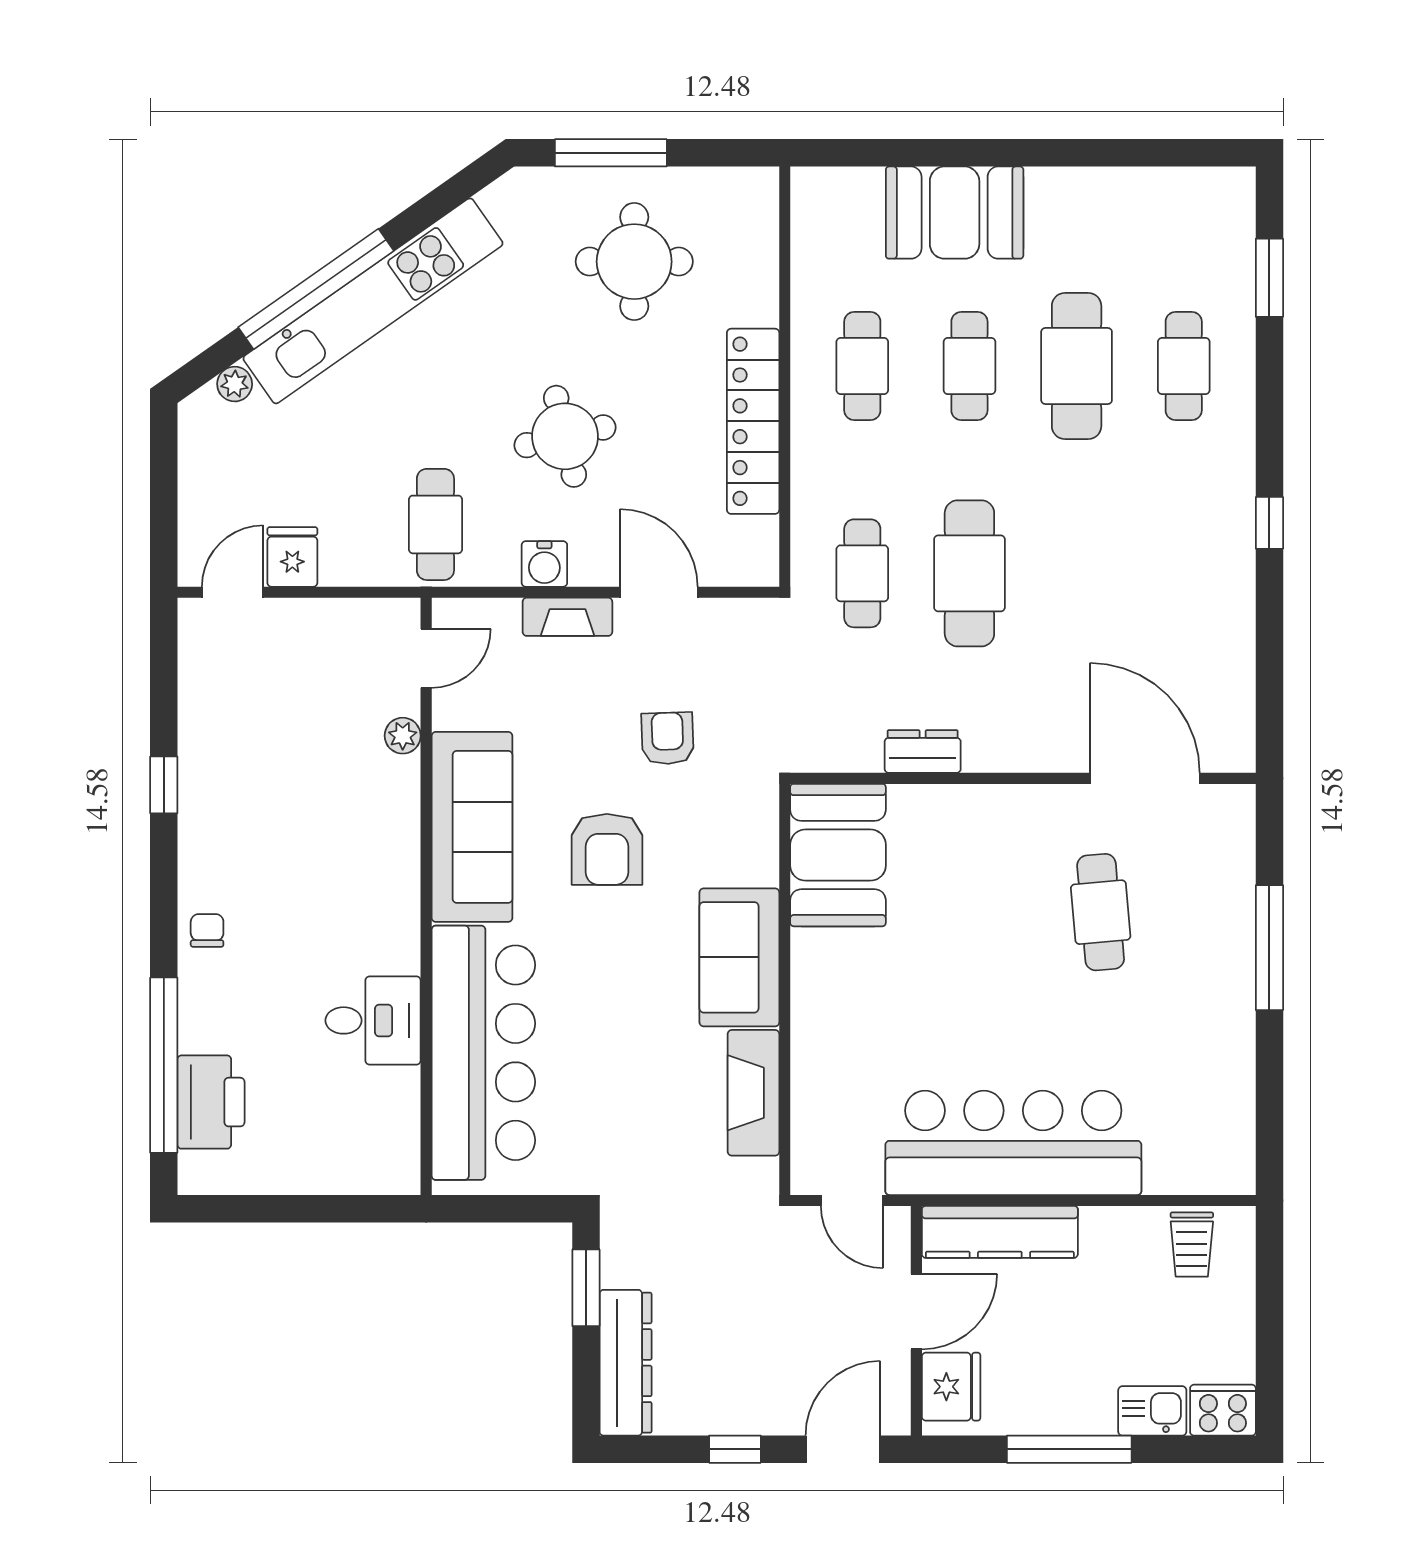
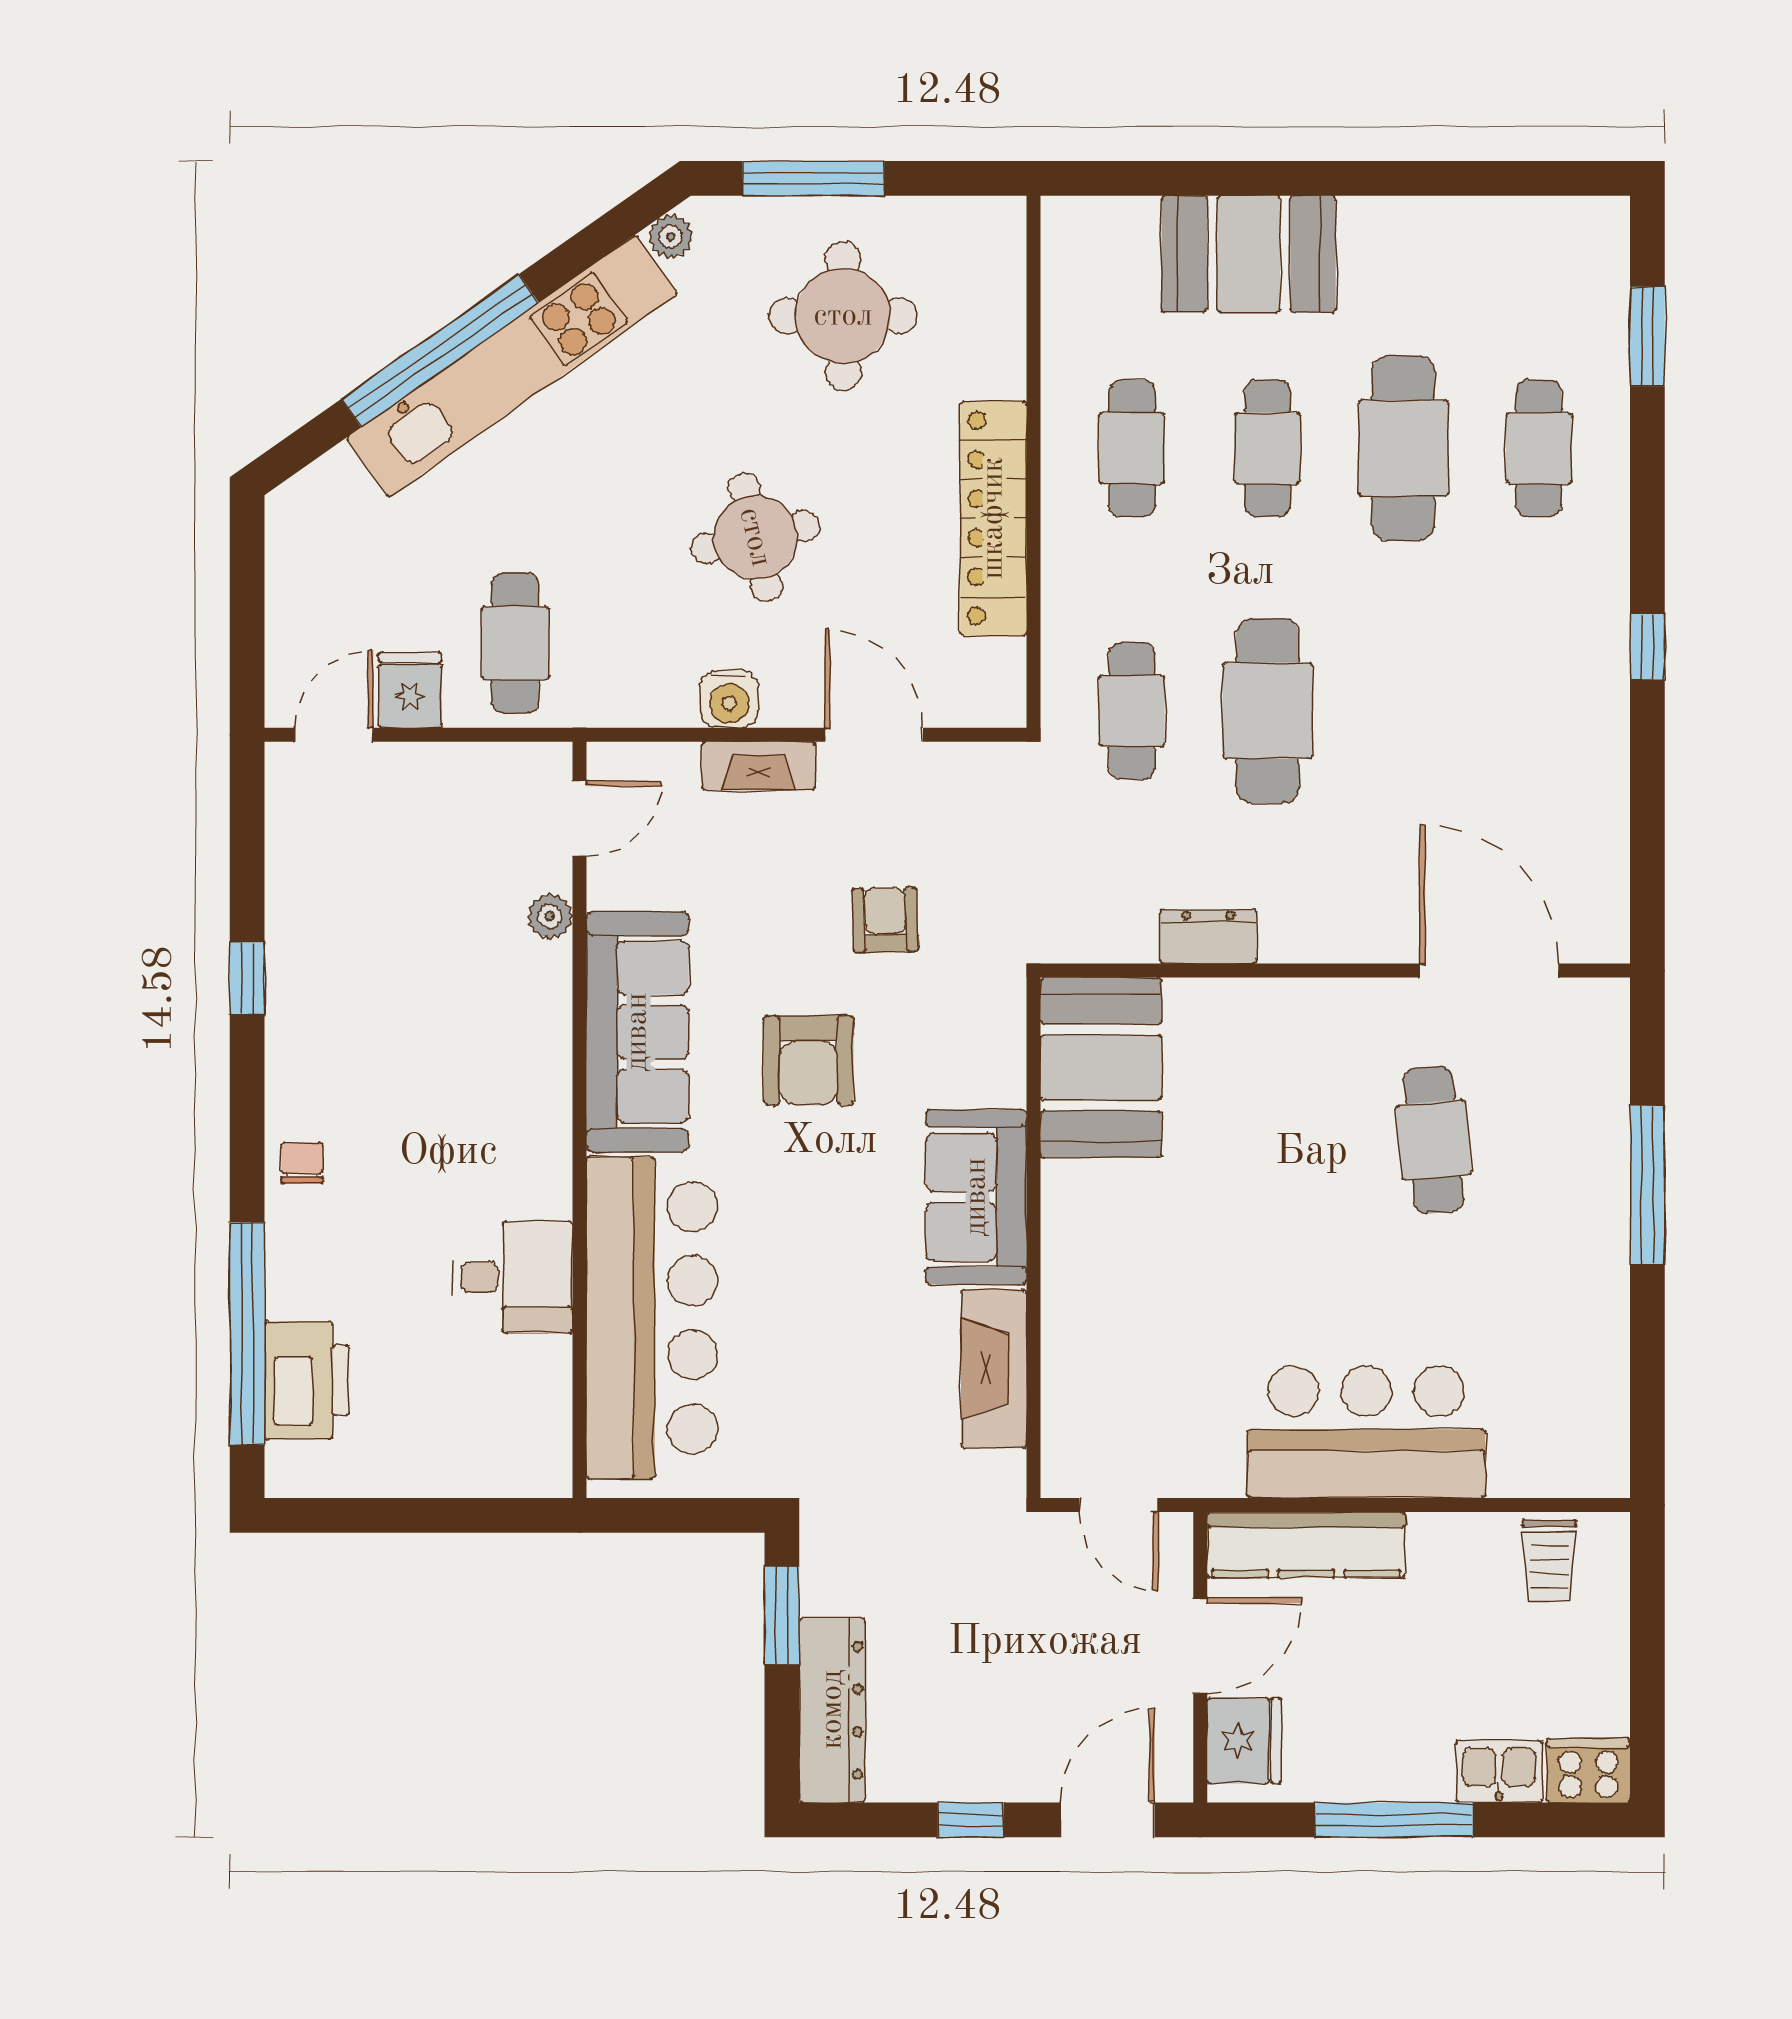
plant: (235, 384) -> (671, 237), moved
cafe table: (435, 524) -> (515, 643), moved
bar counter: (1013, 1143) -> (1366, 1432), width x0.73

